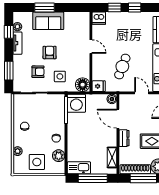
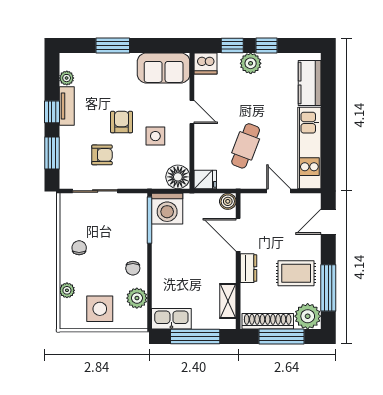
plant: (125, 18) -> (251, 63), added
sofa: (48, 21) -> (164, 68), moved
window: (9, 32) -> (52, 112), moved
side table: (60, 76) -> (155, 136), moved

